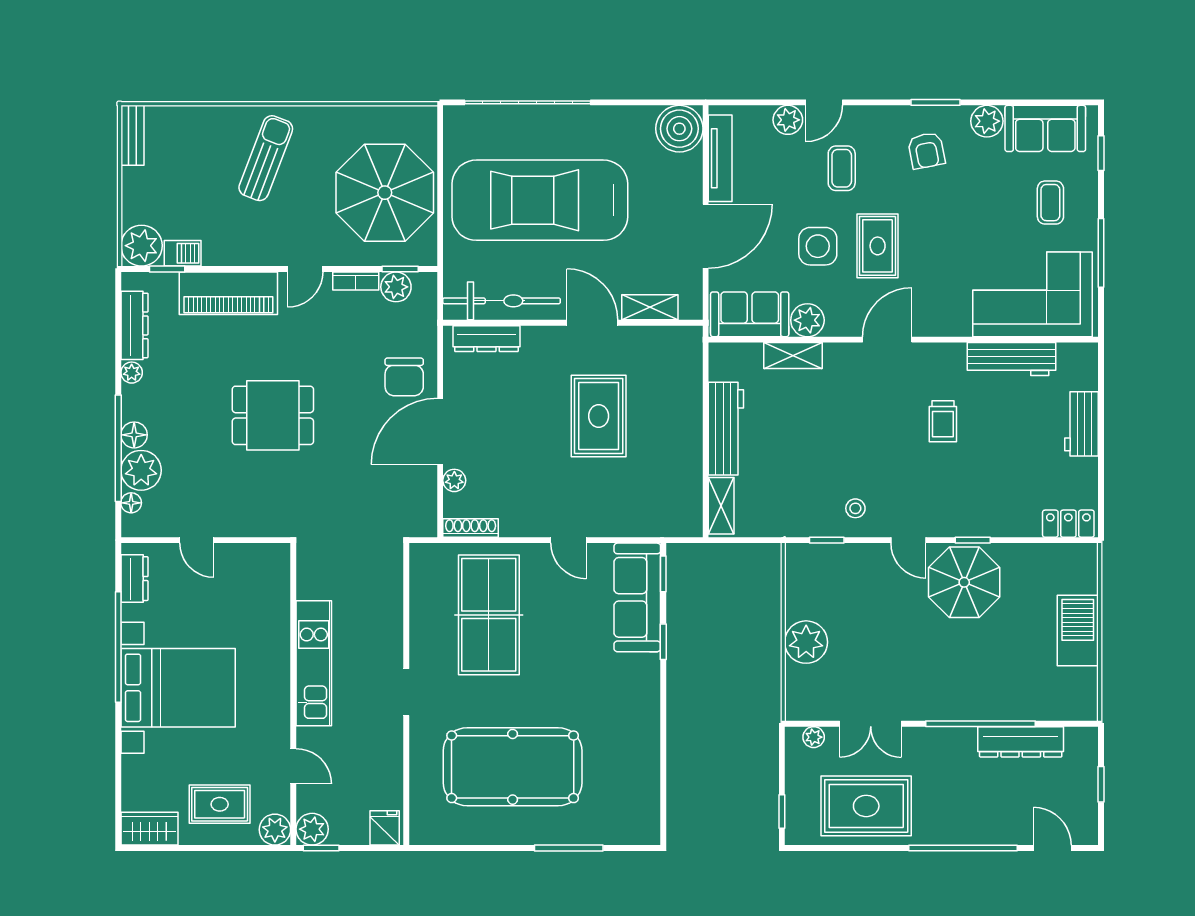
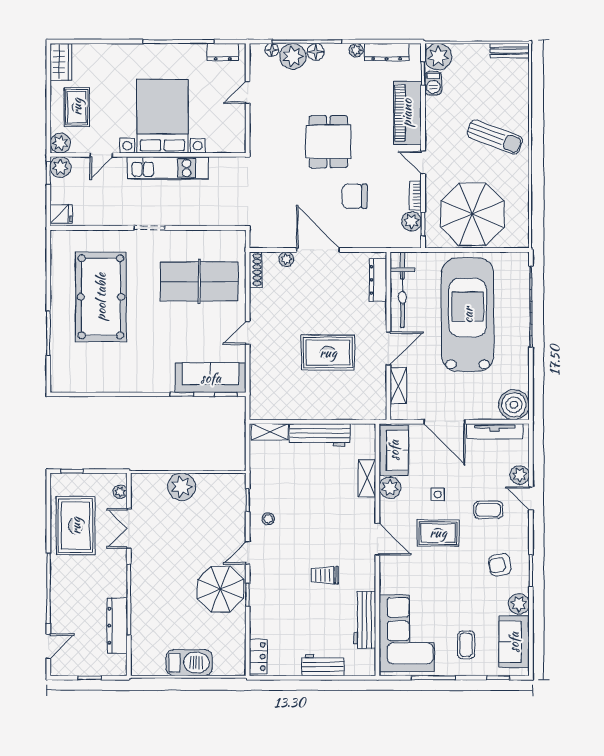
coffee table: (1050, 203) -> (466, 645), turned 90
side table: (818, 246) -> (438, 494), width x0.54, depth x0.54
chair: (404, 377) -> (355, 196), moved
bed with nightstands: (178, 688) -> (163, 116), moved, turned 180

